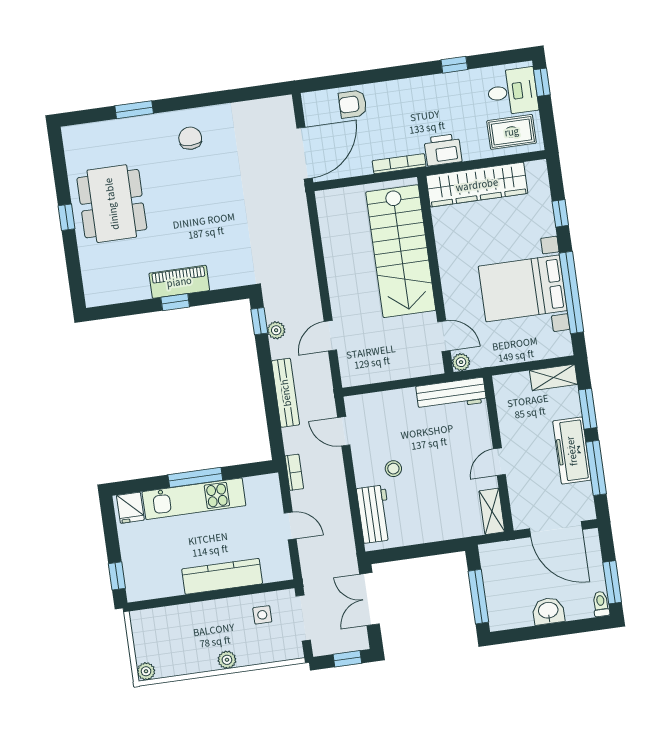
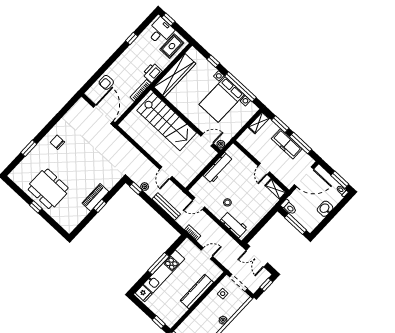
workbench: (451, 394) -> (218, 168), moved
toilet: (490, 559) -> (289, 207), added

